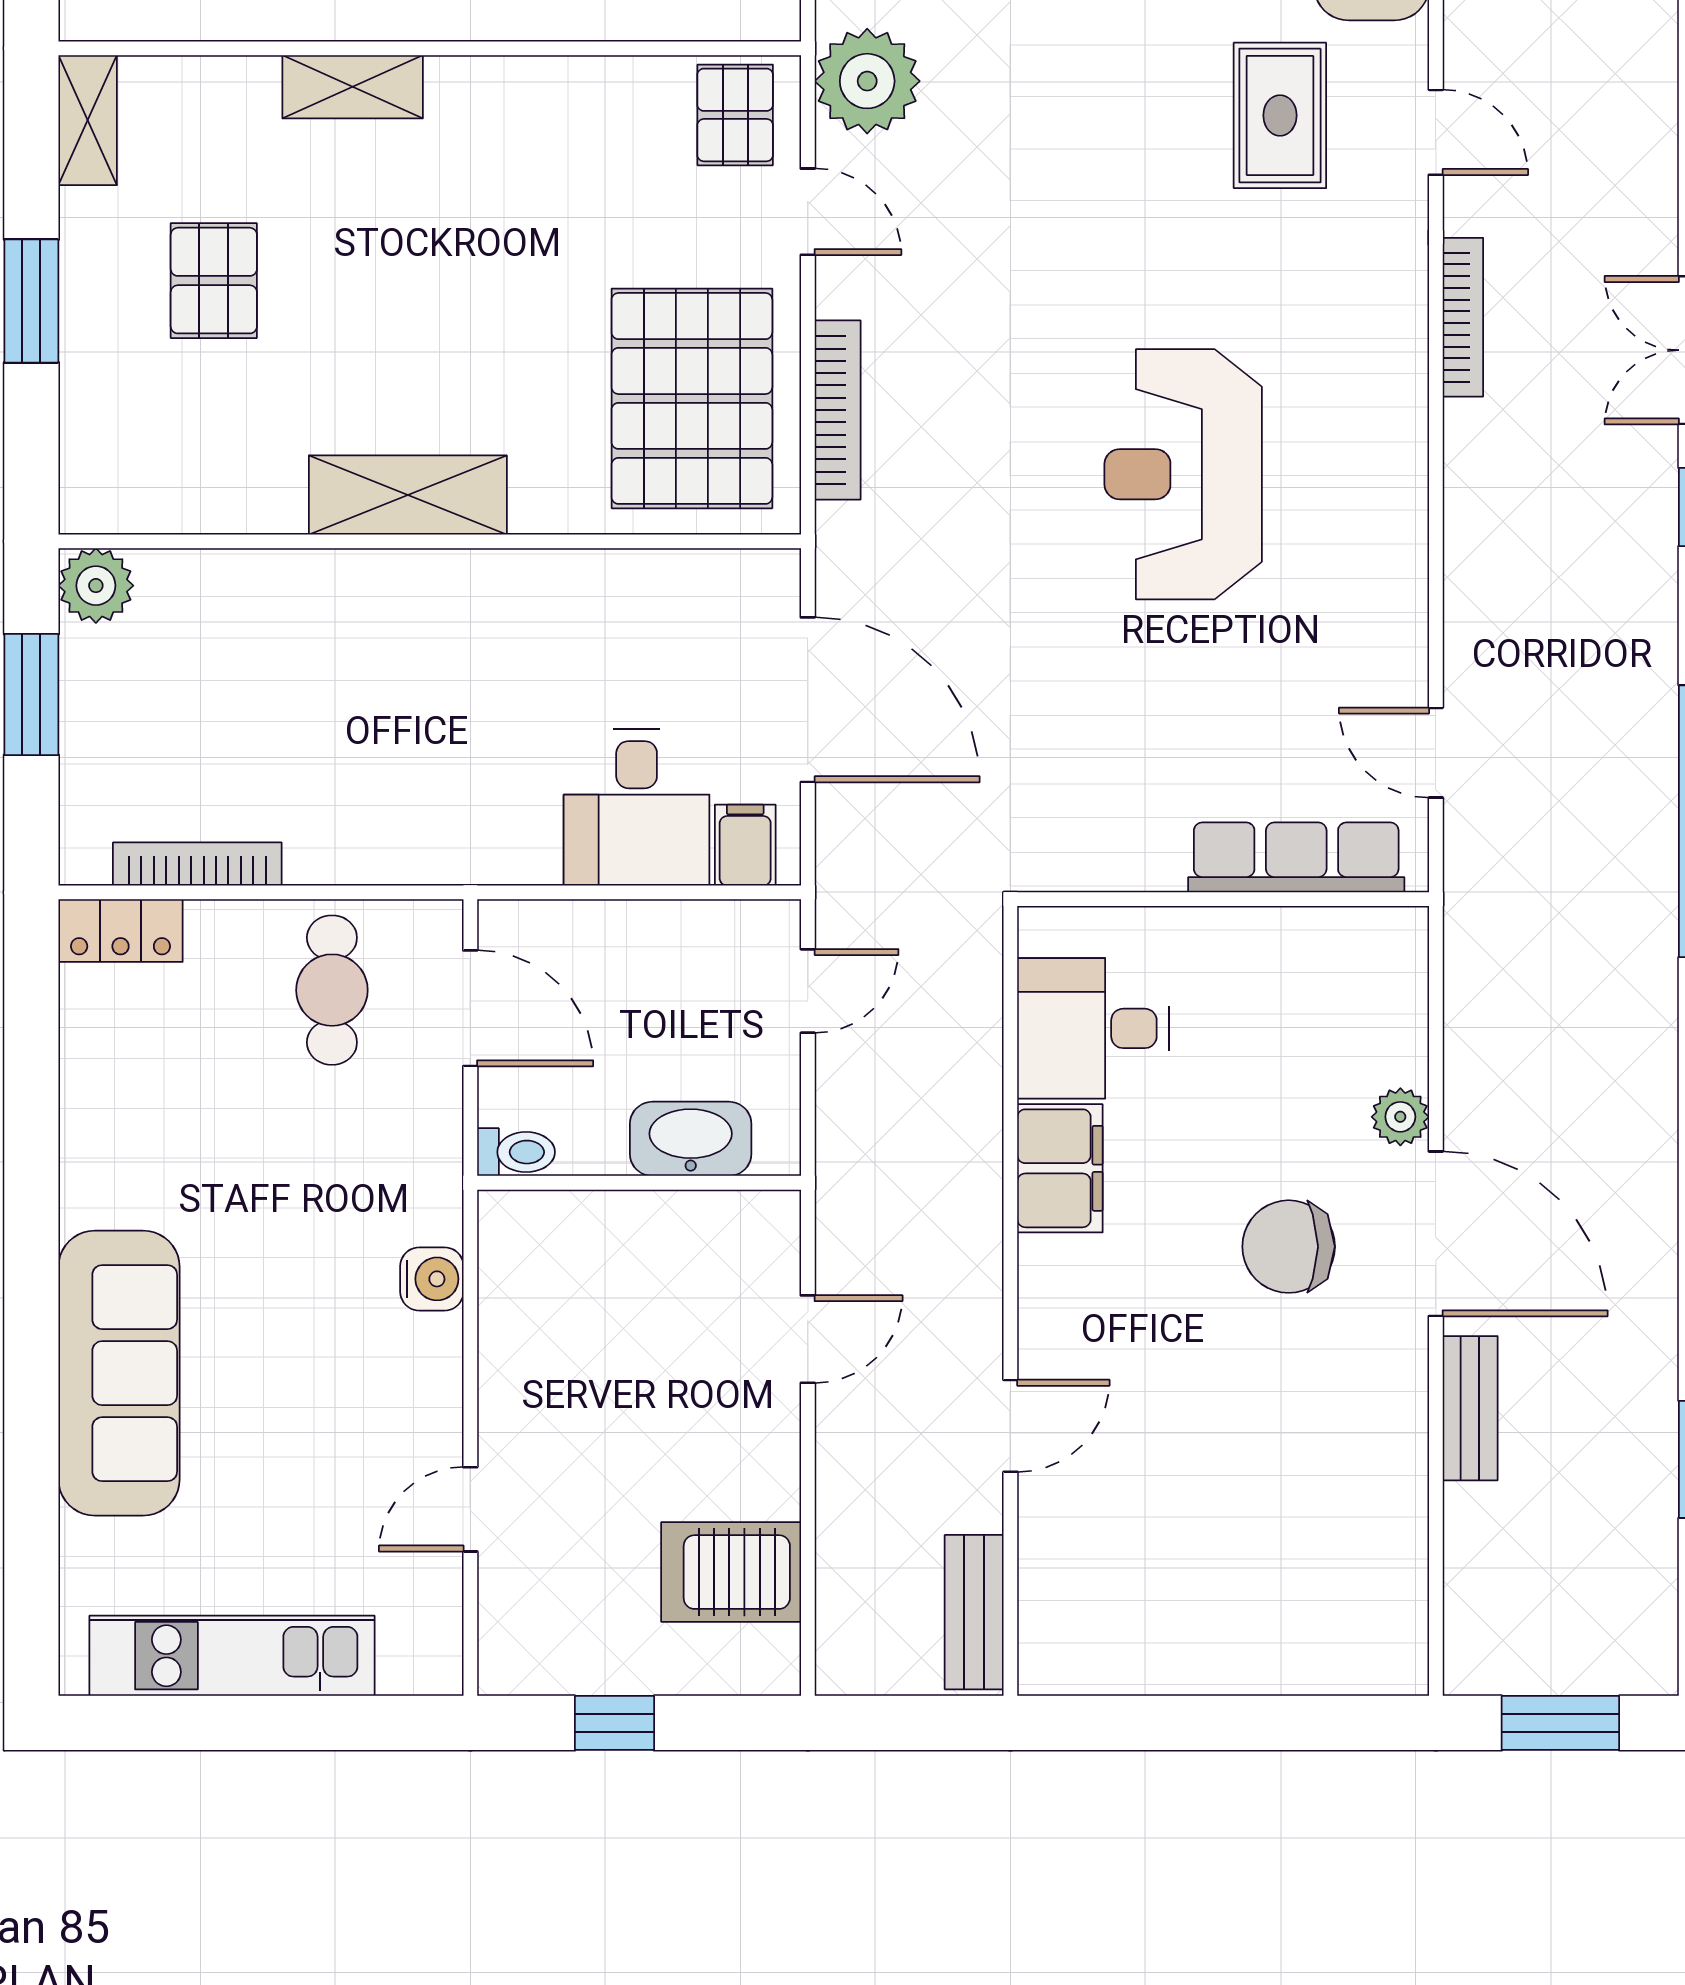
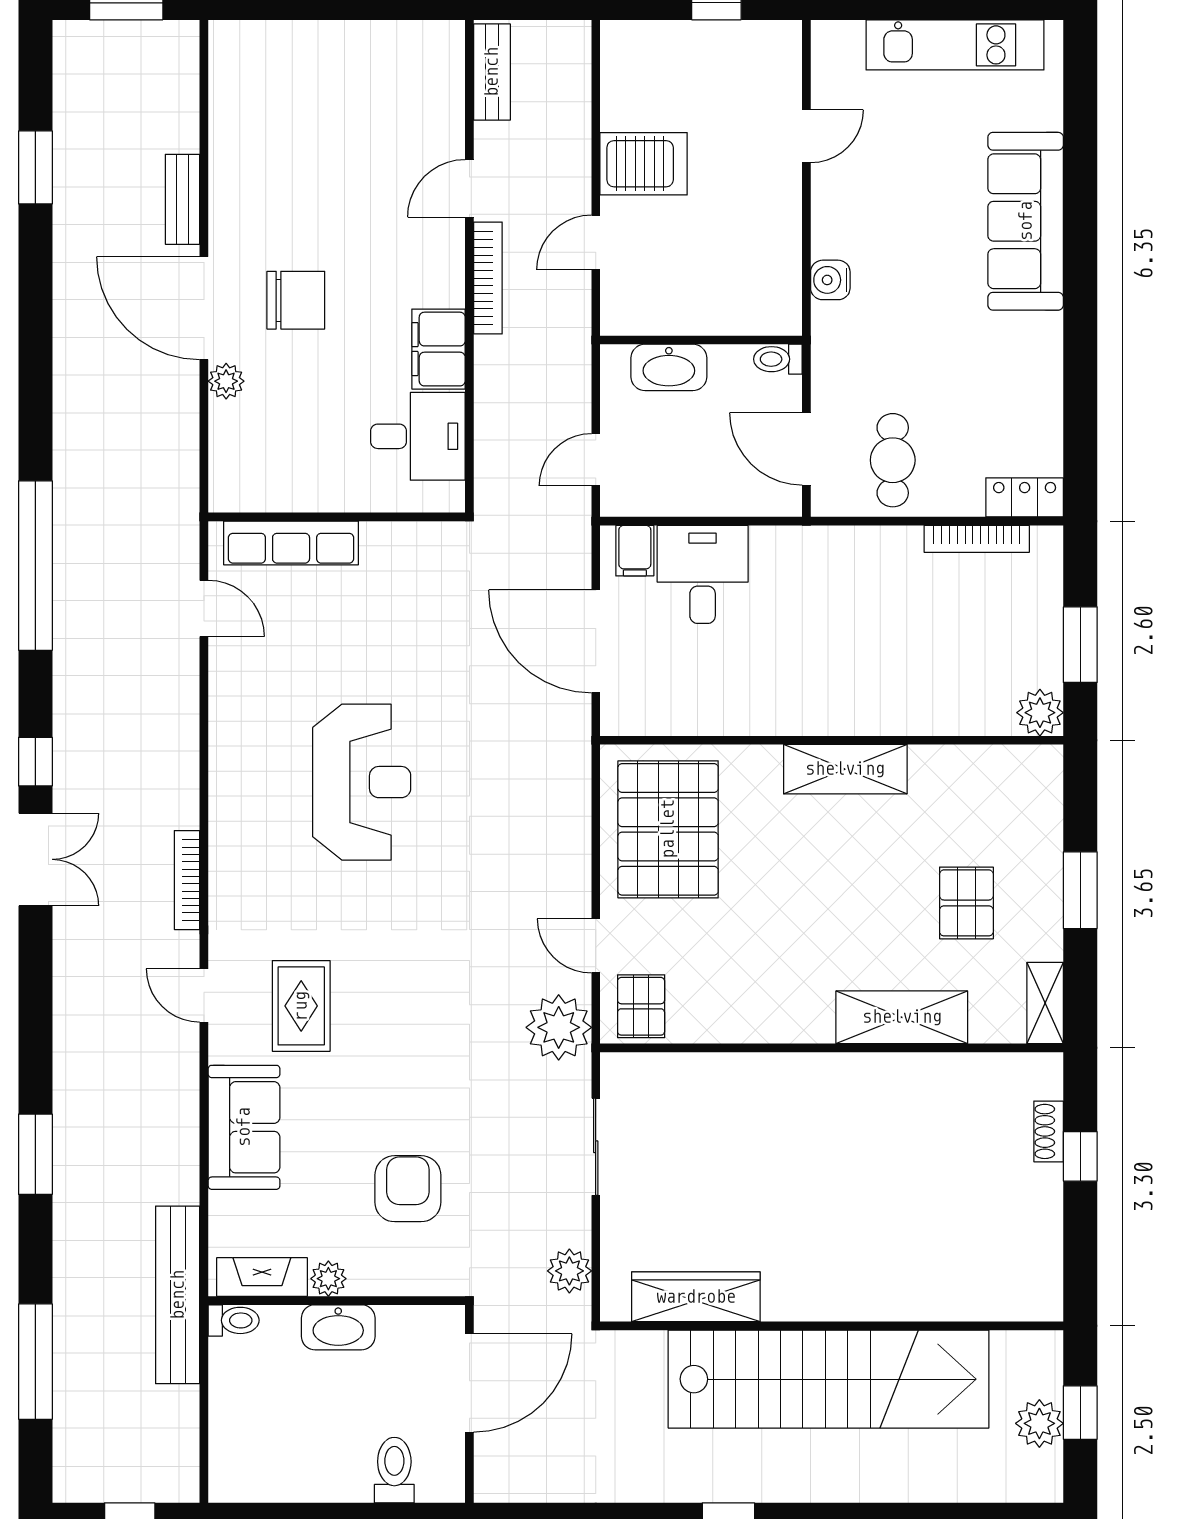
shelving: (353, 87) -> (902, 1017), width x1.50, depth x1.33
bookcase: (838, 410) -> (488, 278), moved, turned 180
server rack: (731, 1572) -> (644, 164), moved

